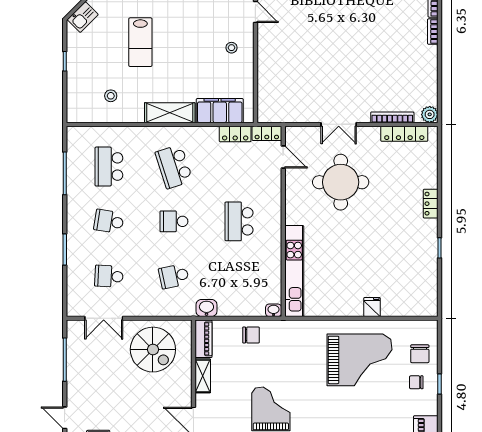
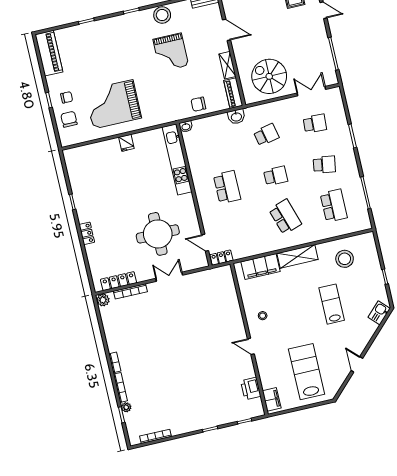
stool: (111, 96) -> (345, 259), width x1.89, depth x1.89
locker: (235, 134) -> (245, 252), removed
fridge: (372, 307) -> (126, 143), moved

